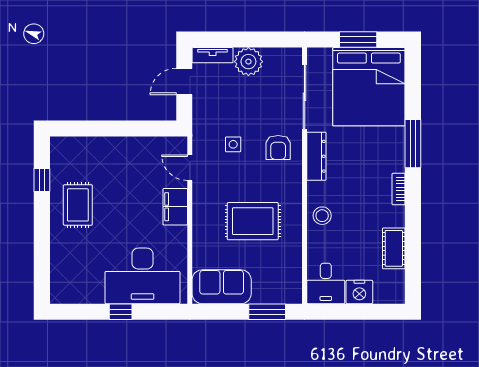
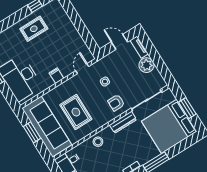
filing cabinet: (175, 207) -> (56, 76), width x0.50
sofa: (222, 287) -> (47, 127), width x1.85, depth x1.27
window: (267, 312) -> (32, 132), moved

